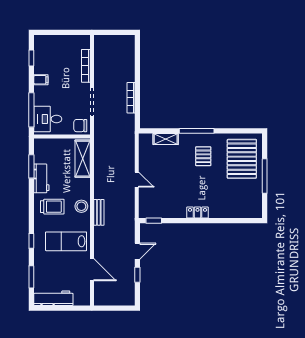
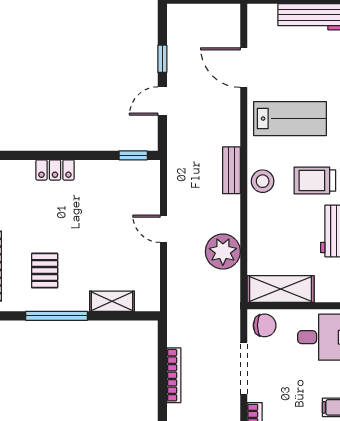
shelving: (83, 159) -> (281, 289), moved, turned 90
plant: (104, 167) -> (223, 252), added

